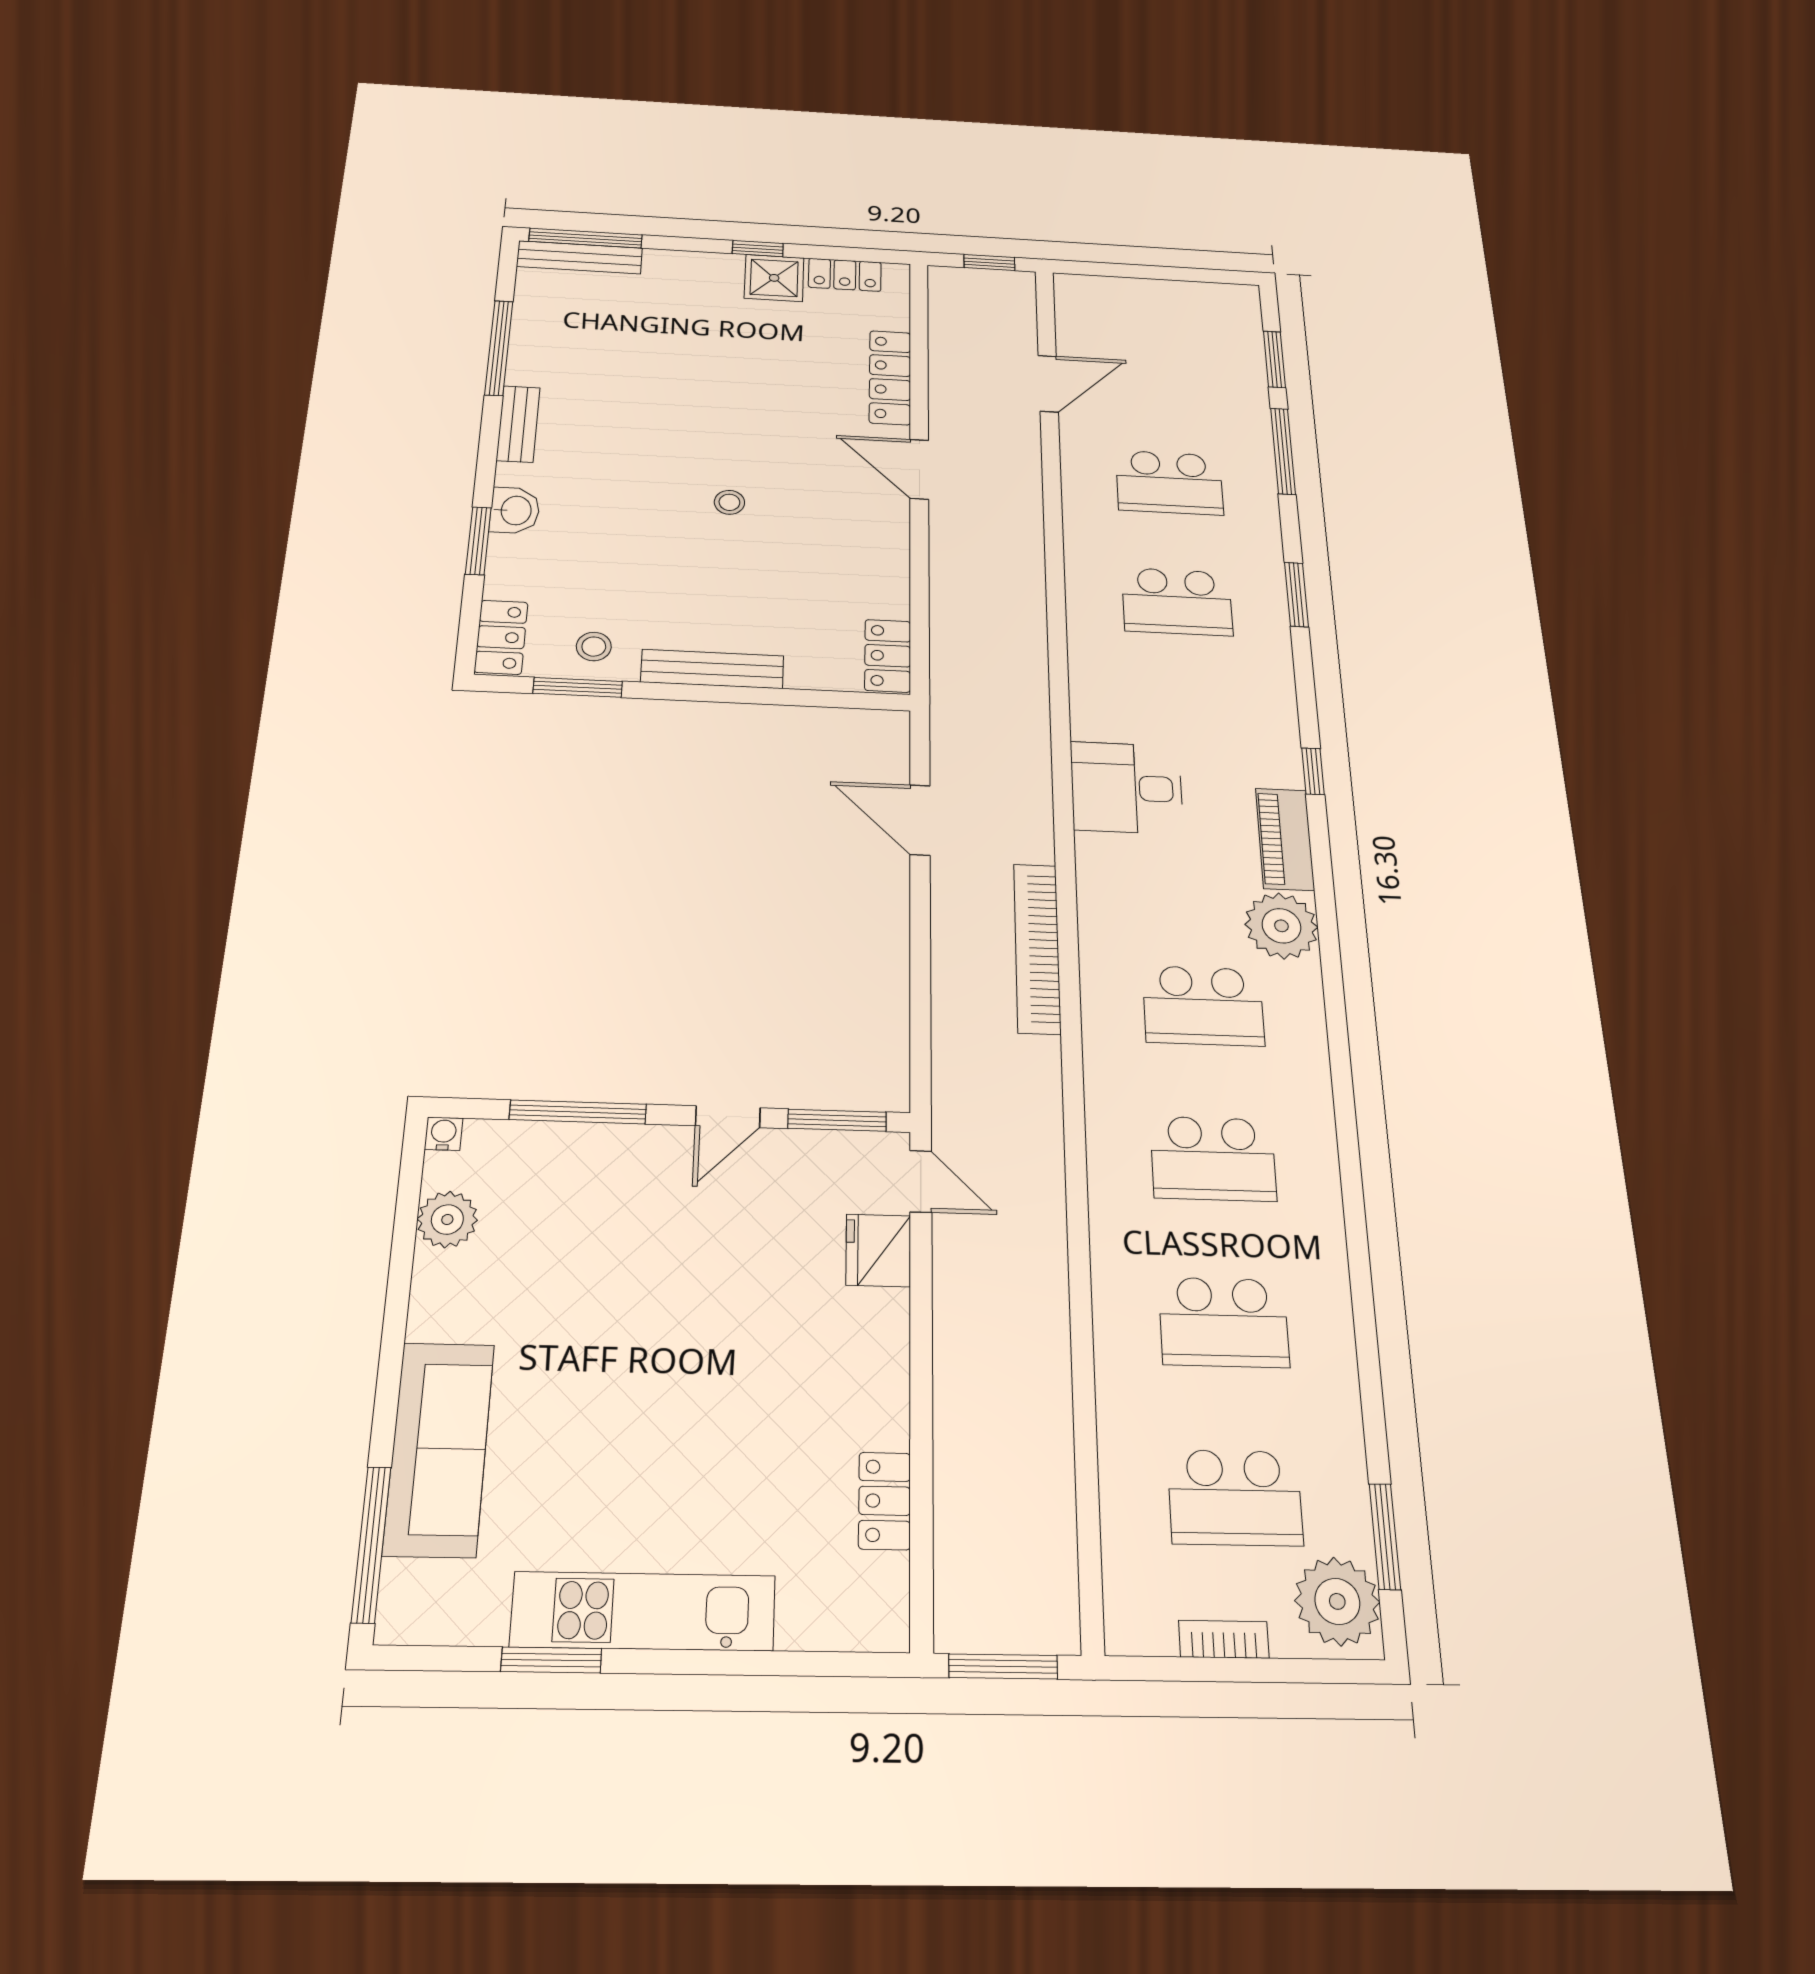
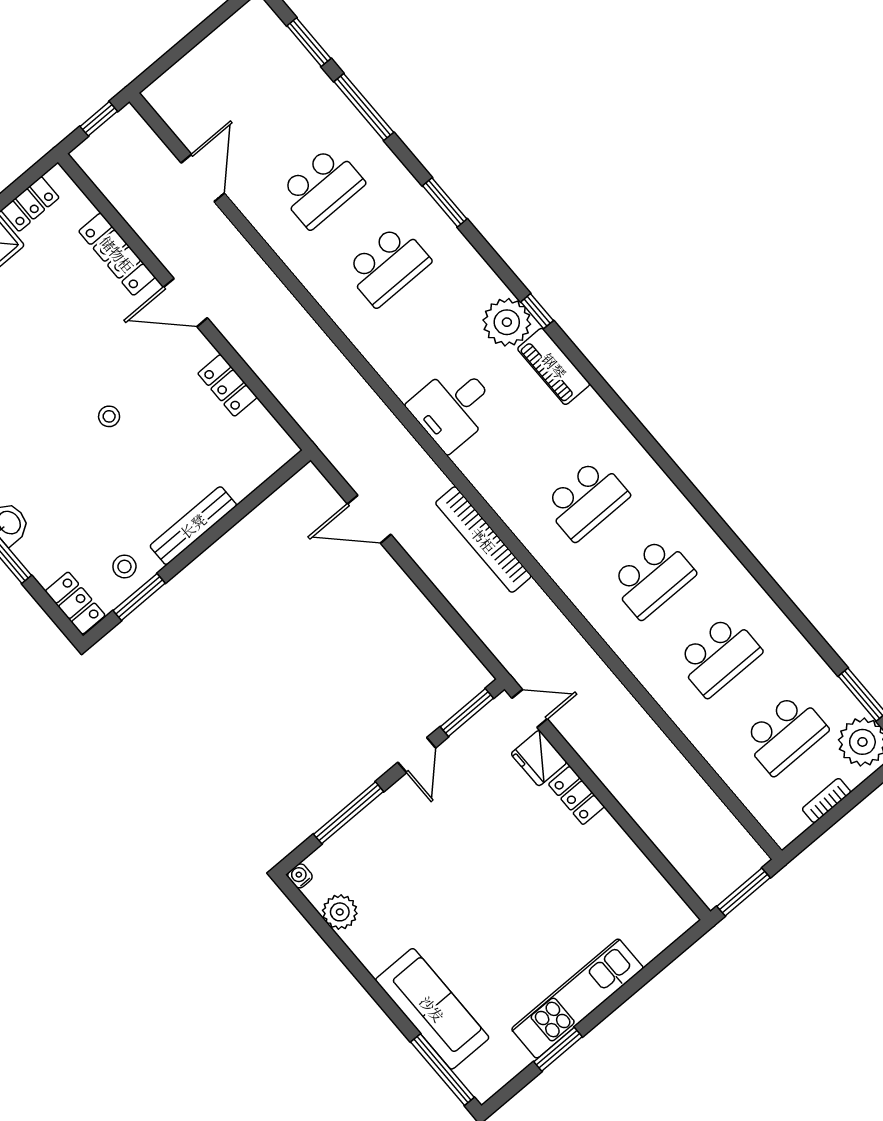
locker: (888, 656) -> (227, 385), moved
plant: (1281, 926) -> (507, 322), moved
locker: (885, 1501) -> (576, 795), moved

